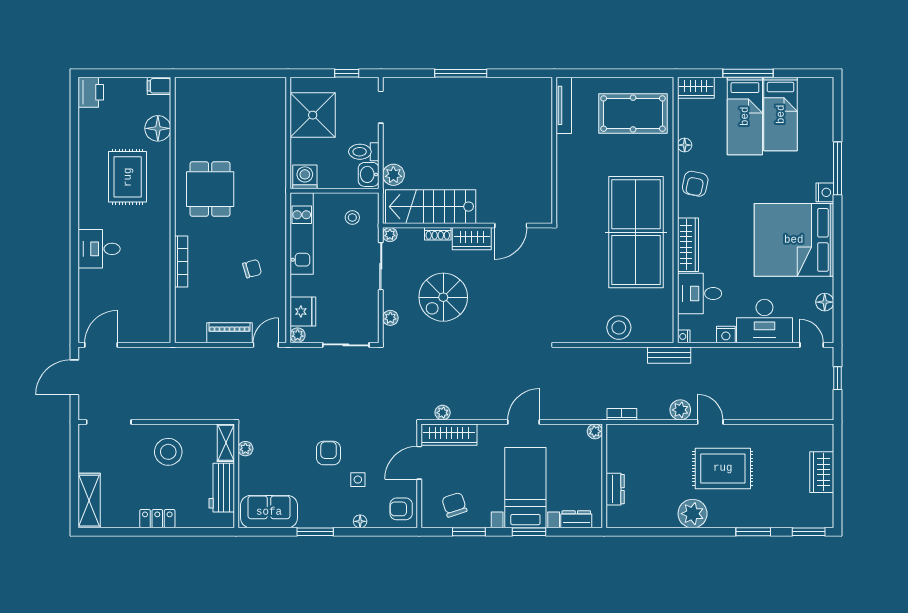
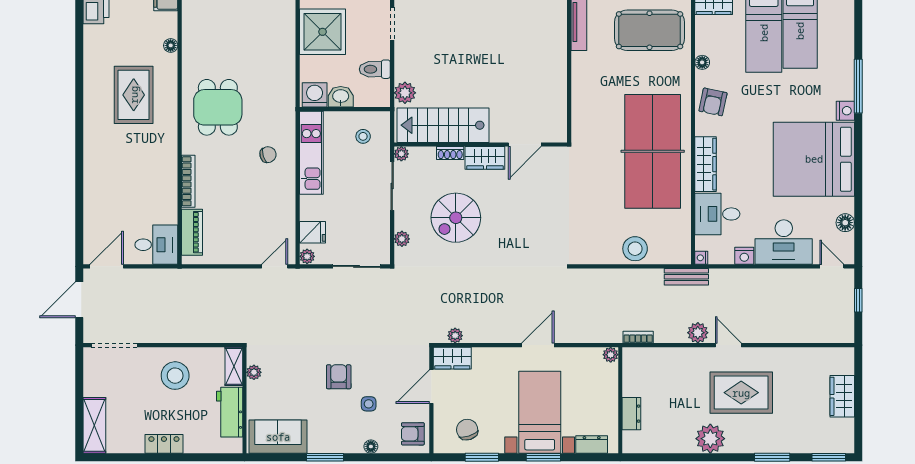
floor lamp: (158, 128) -> (171, 45), width x0.53, depth x0.53
washbasin: (369, 174) -> (341, 97), moved, turned 90
desk: (99, 249) -> (156, 245), moved, turned 180
chair: (252, 269) -> (268, 155), moved
fridge: (303, 312) -> (313, 232), width x0.72
piano: (229, 333) -> (192, 232), moved, turned 90
wardrobe: (449, 435) -> (452, 358), width x0.67

